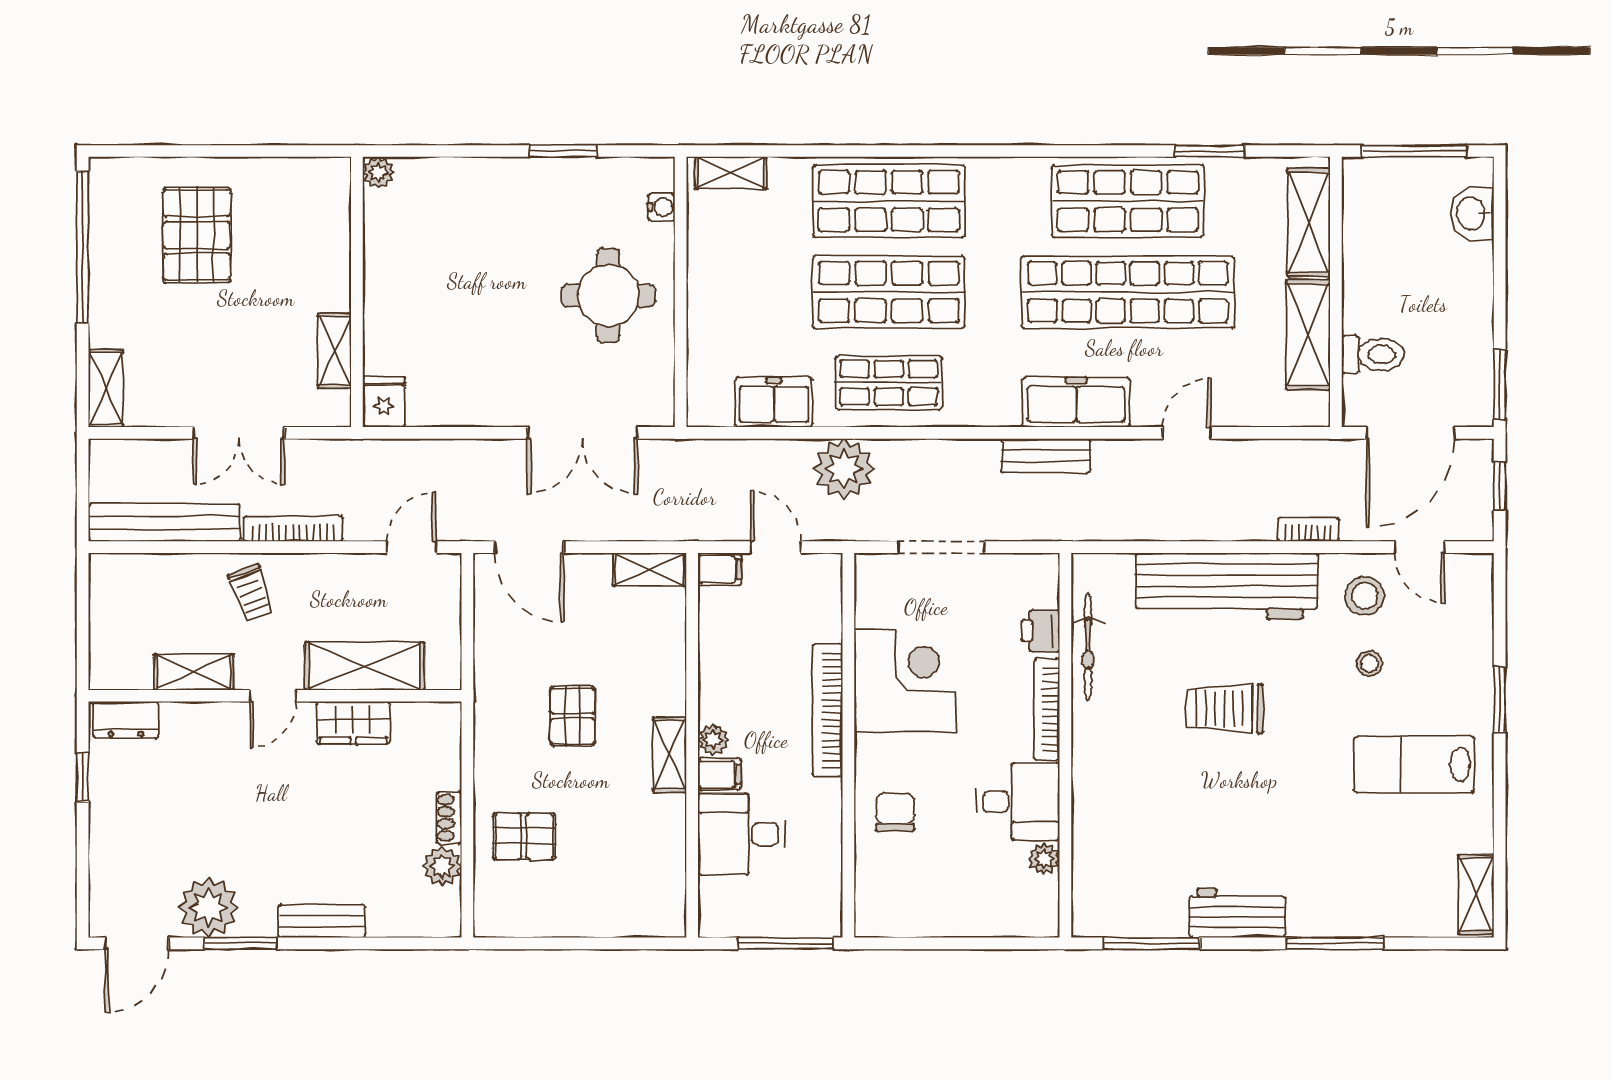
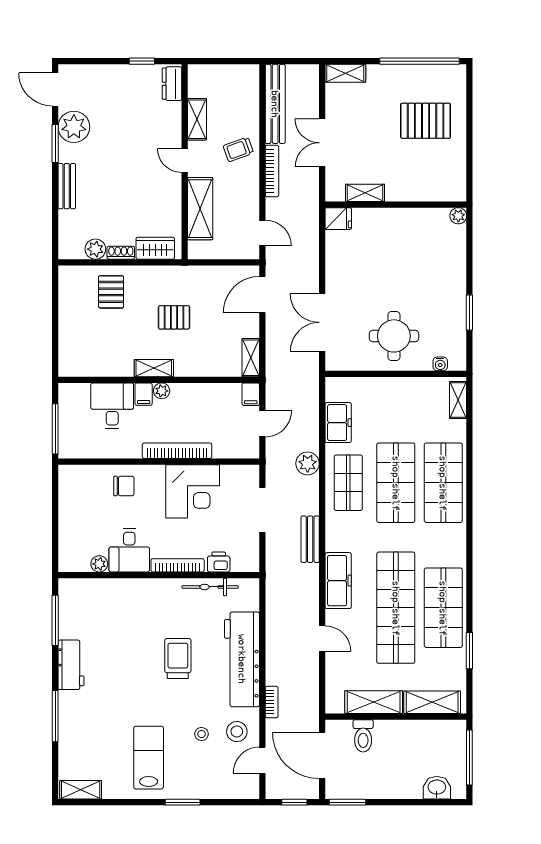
bench: (1046, 456) -> (310, 539), moved
plant: (844, 469) -> (308, 463), width x0.73, depth x0.73
wardrobe: (353, 723) -> (155, 248), moved, turned 90

